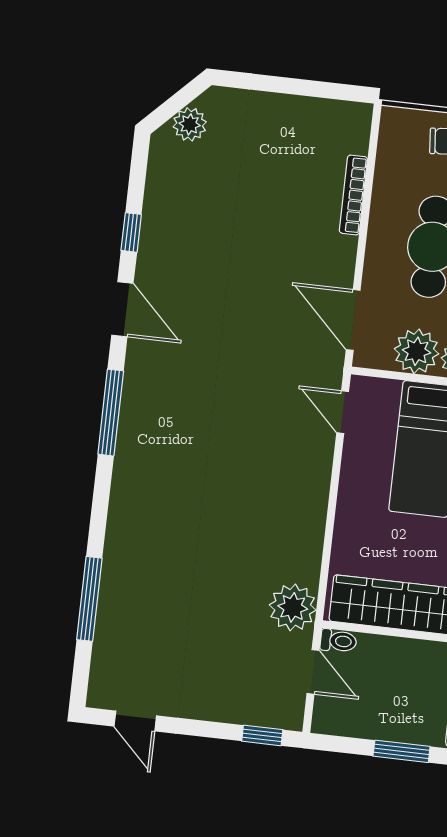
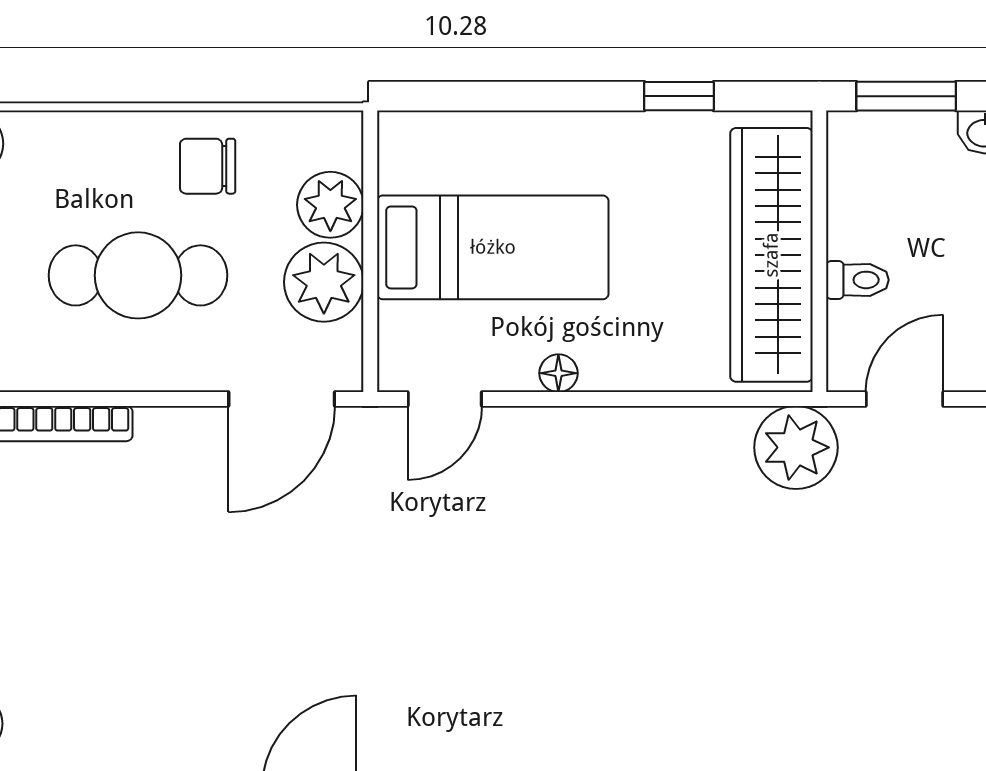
floor lamp: (350, 478) -> (558, 373), added
toilet: (338, 641) -> (857, 280), moved, turned 90

